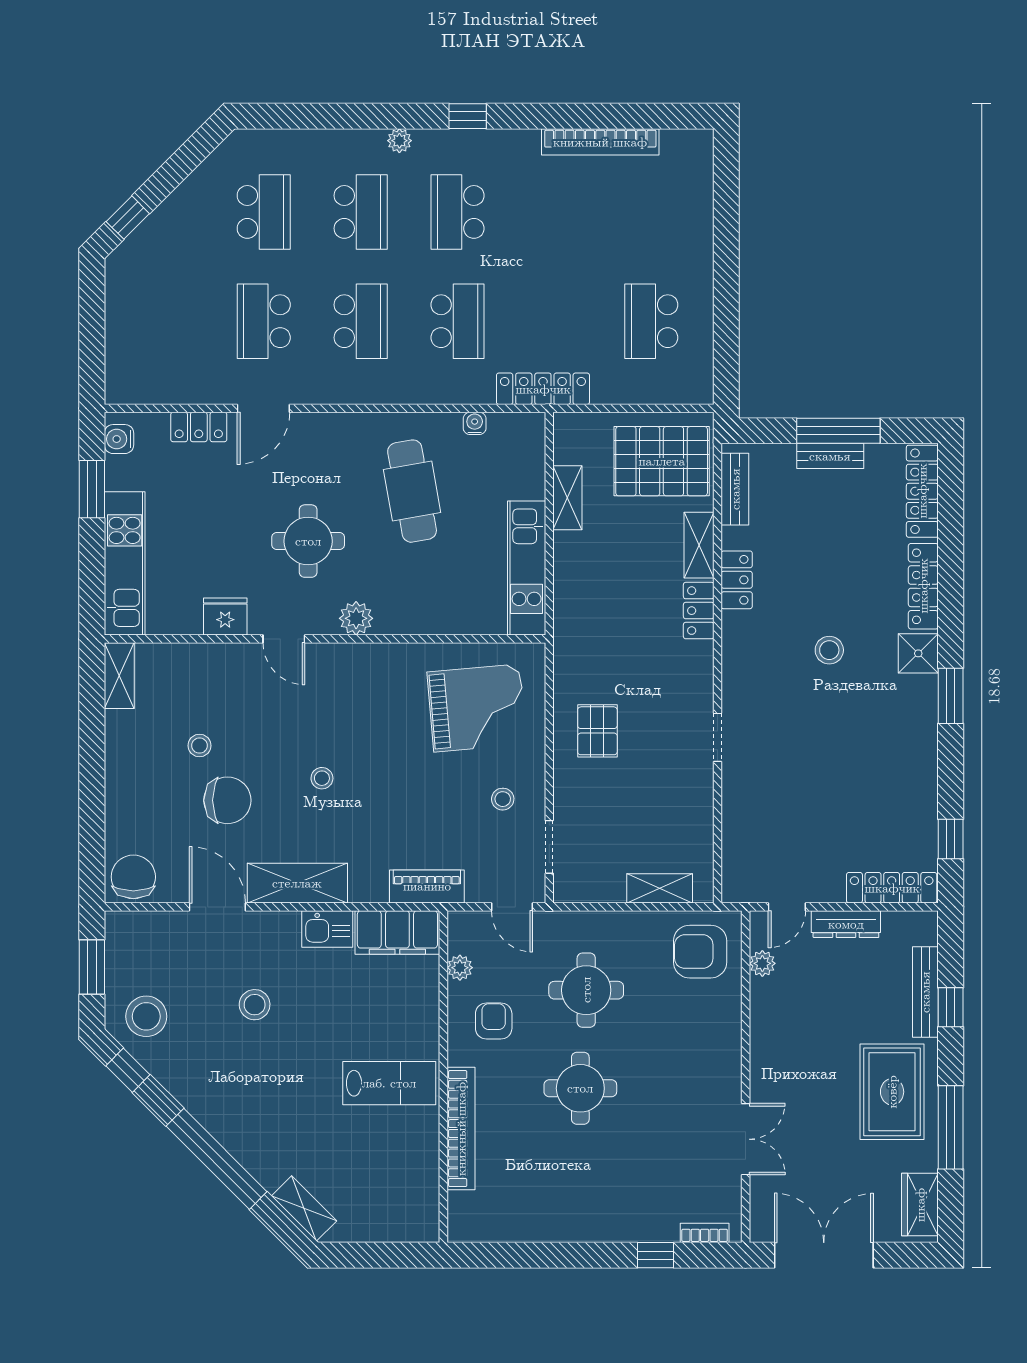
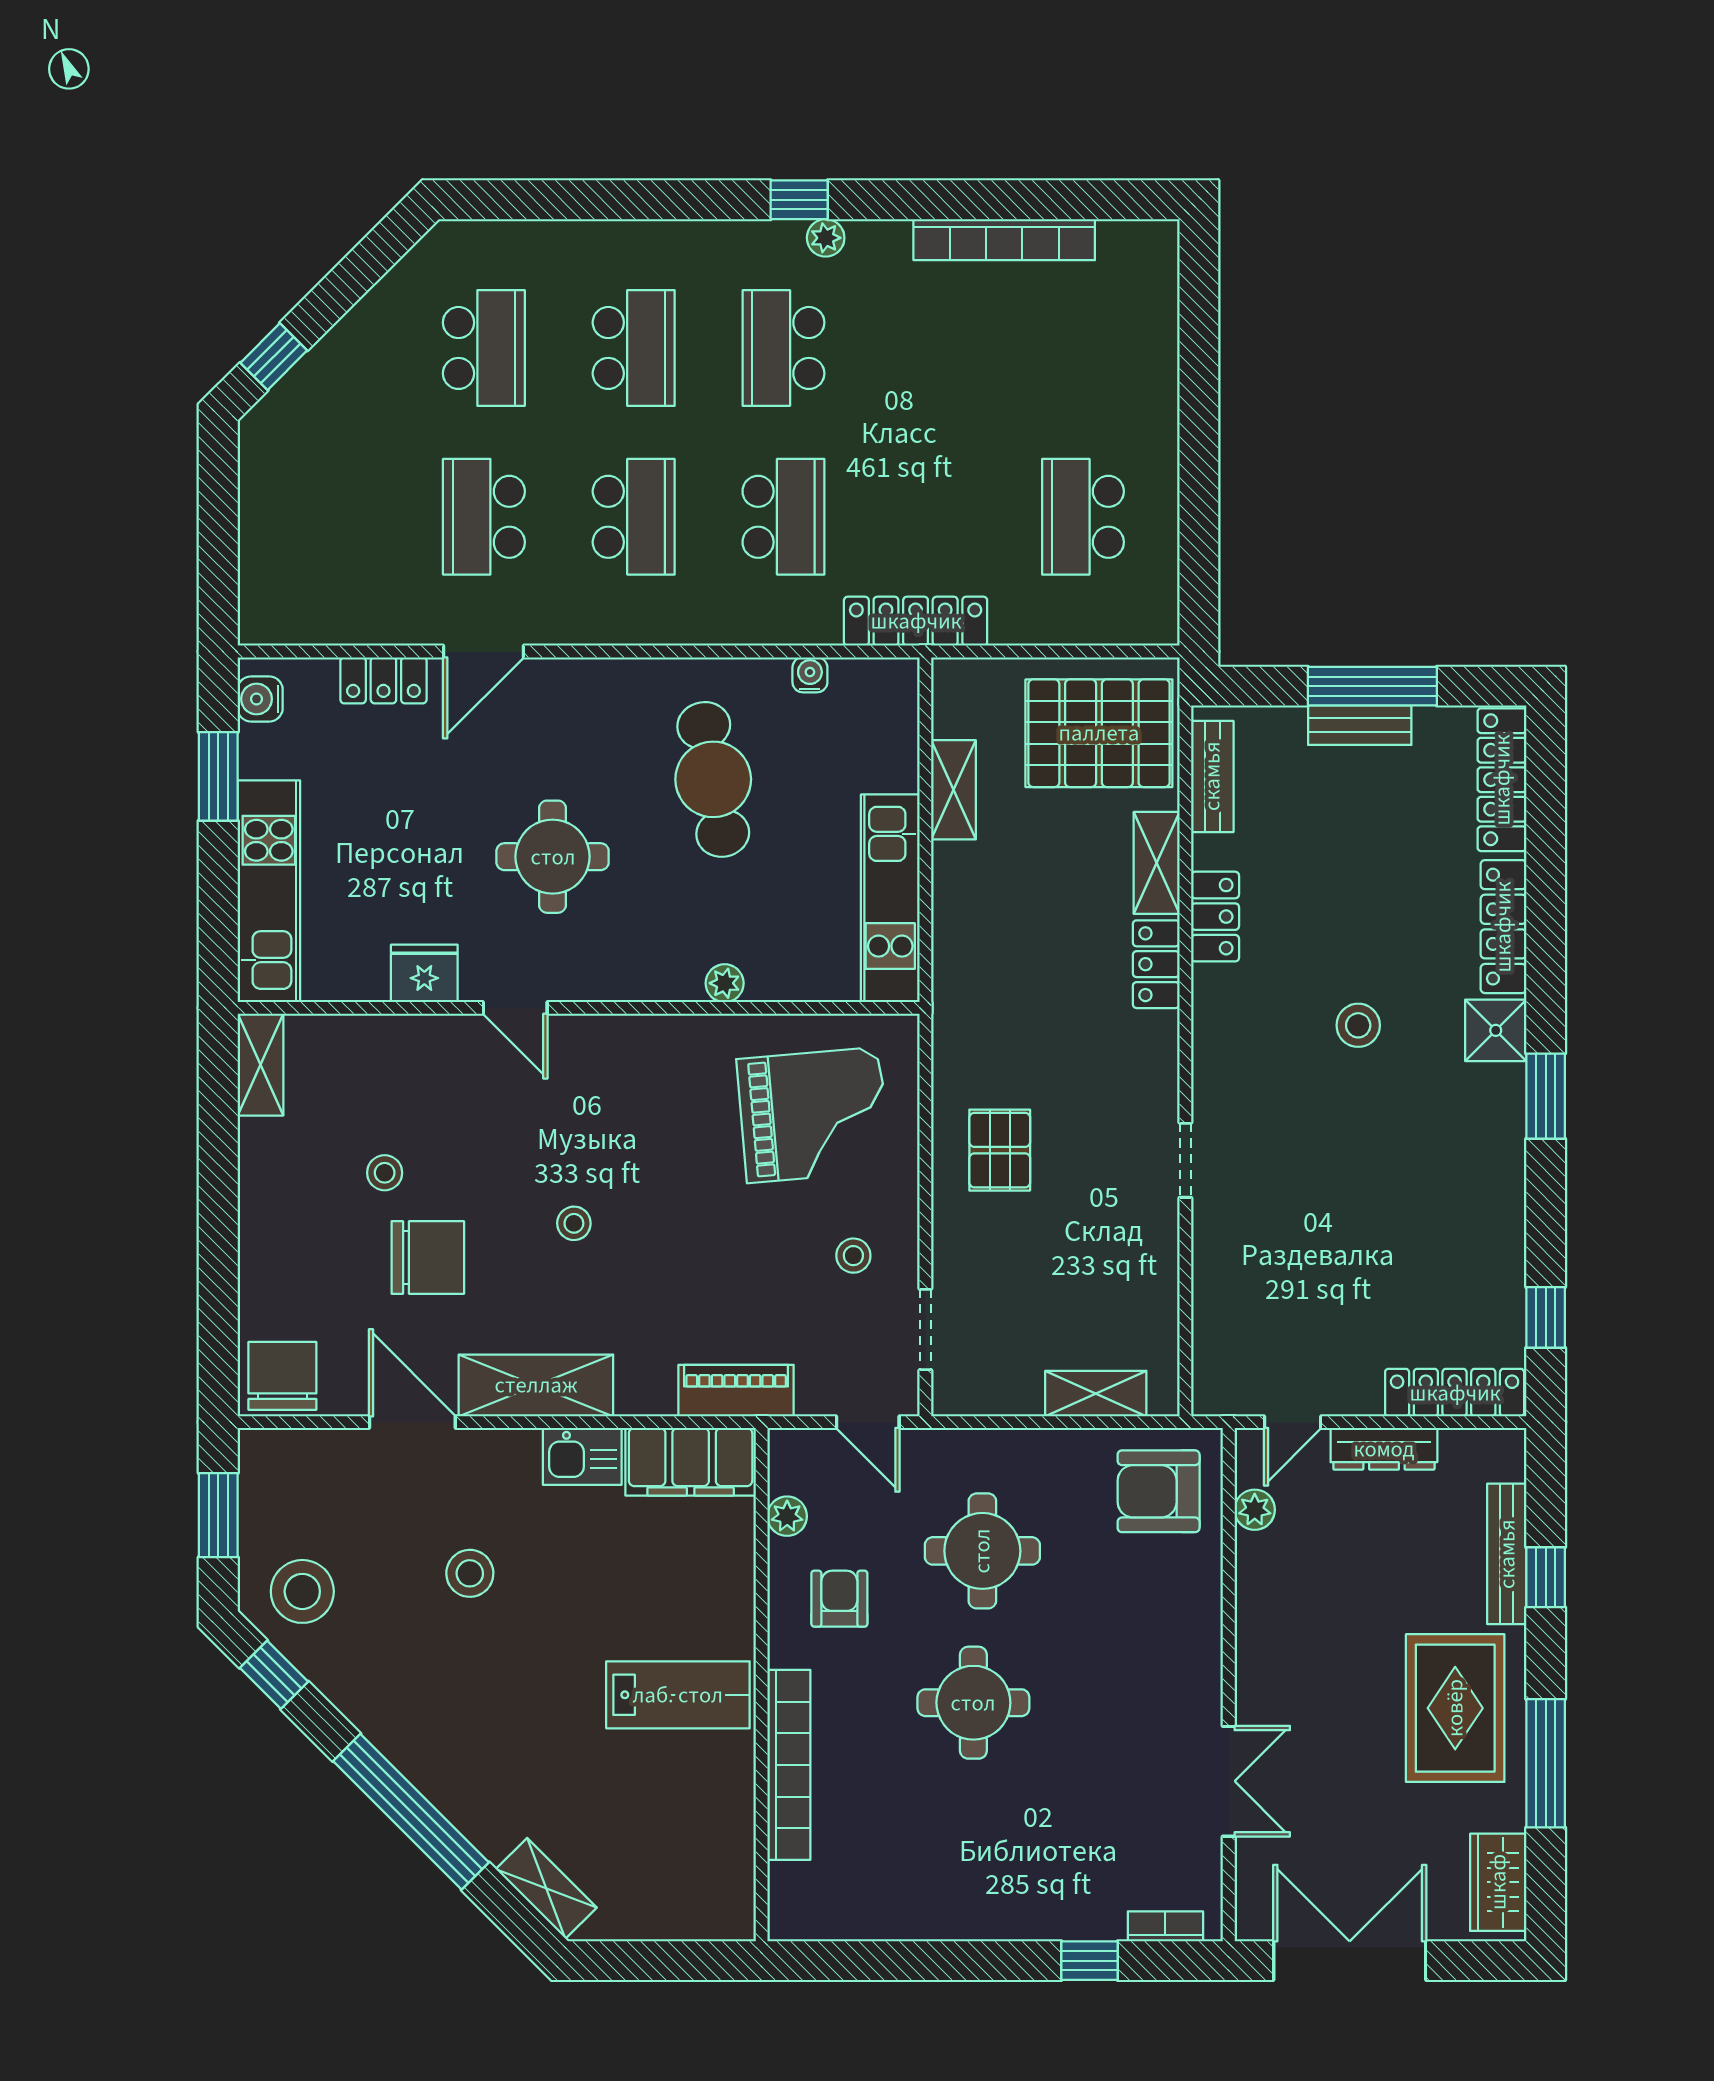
plant: (399, 141) -> (826, 238), moved
plant: (356, 618) -> (725, 983), moved, width x0.73, depth x0.73

